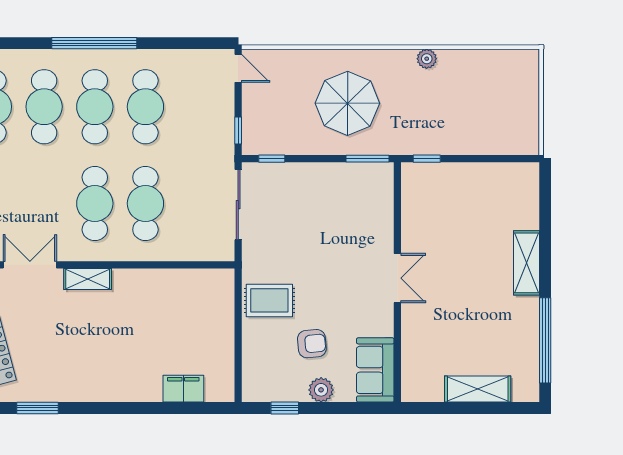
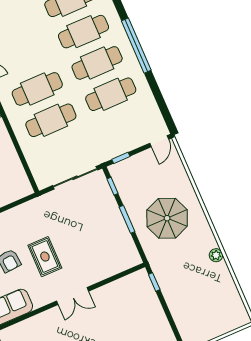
window: (367, 159) -> (127, 219), moved
rug: (269, 300) -> (45, 257), moved

